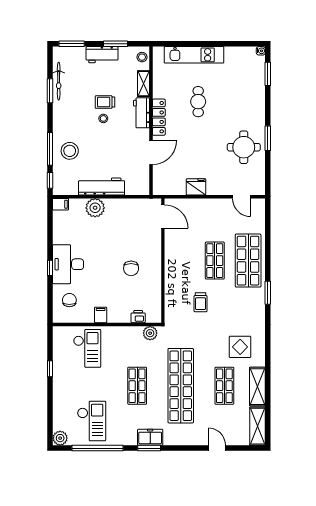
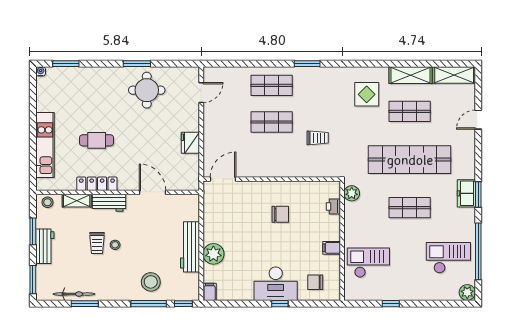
locker: (159, 117) -> (97, 184), moved
shop shelf: (248, 261) -> (272, 85), width x0.70, depth x0.74

